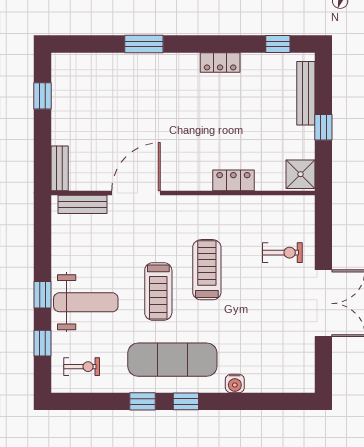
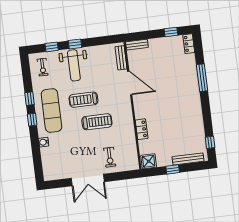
window: (144, 44) -> (202, 78), width x1.44
locker: (220, 62) -> (189, 44), moved

